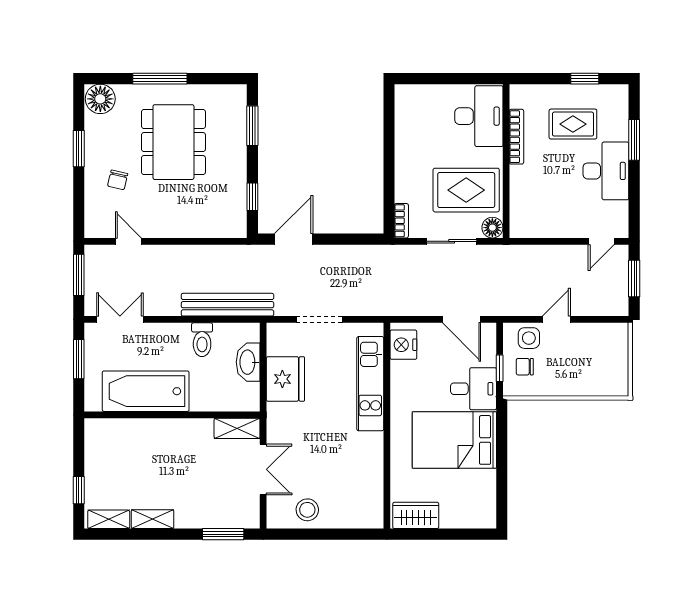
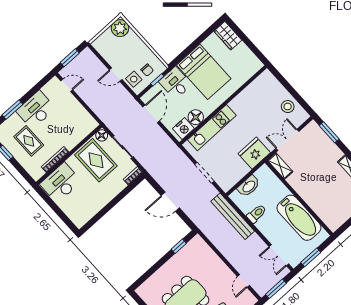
window: (252, 126) -> (149, 273), removed
door: (294, 239) -> (170, 202), moved
floor lamp: (404, 375) -> (196, 117), added
fridge: (285, 379) -> (254, 153), moved
plant: (613, 381) -> (120, 28), added
wardrobe: (416, 515) -> (228, 36), moved

